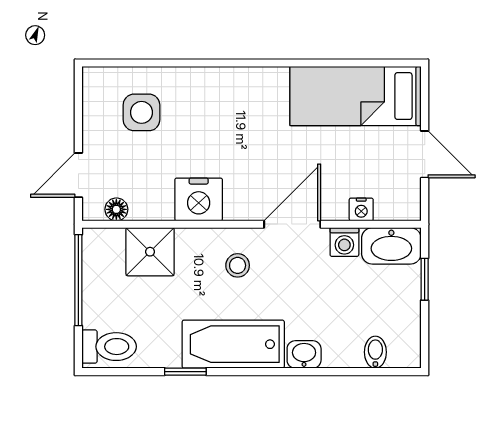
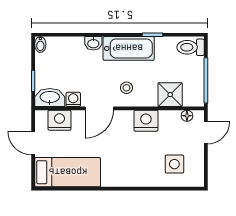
nightstand: (361, 209) -> (59, 120), width x1.89, depth x1.79
bidet: (375, 352) -> (40, 44), moved

